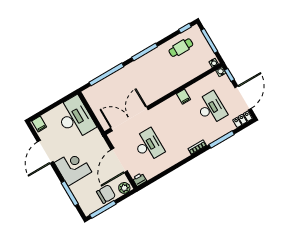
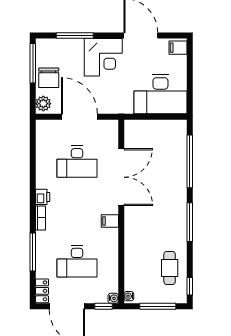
filing cabinet: (183, 97) -> (110, 221), moved
double door: (129, 119) -> (121, 177), moved
printer: (139, 180) -> (43, 197), moved

